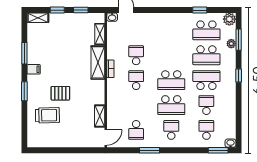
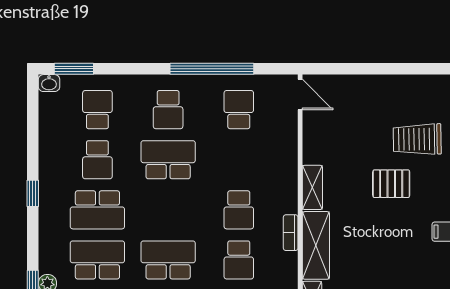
window: (239, 75) -> (33, 193), moved
school desk: (171, 80) -> (168, 260), moved
shelving: (100, 116) -> (312, 187), moved
school desk: (206, 130) -> (97, 110), turned 180
door: (106, 137) -> (300, 95), swing flipped
window: (149, 150) -> (212, 69), width x2.11

